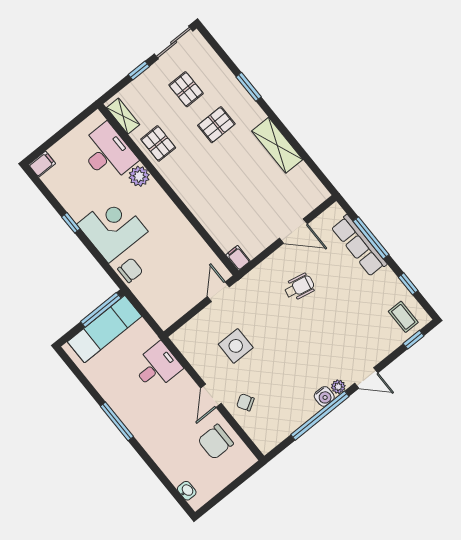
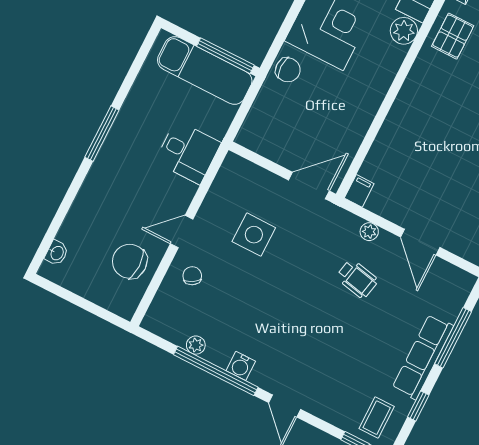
row of seats: (359, 246) -> (423, 357), moved
plant: (270, 264) -> (369, 232), added
door: (218, 292) -> (309, 186), width x1.38
plant: (338, 387) -> (196, 345), moved

